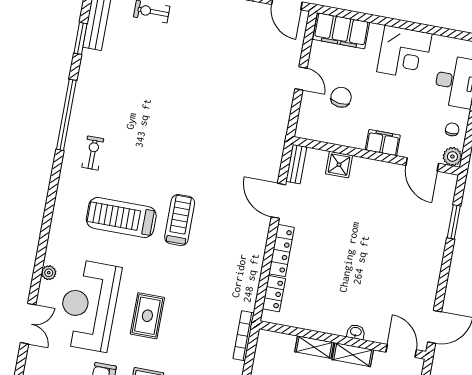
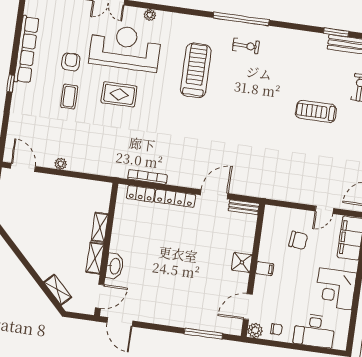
door: (301, 78) -> (324, 210), moved
window: (66, 115) -> (241, 19), moved
filing cabinet: (383, 143) -> (265, 269), width x0.50
shower: (339, 165) -> (242, 262), moved
treadmill: (180, 220) -> (316, 111), moved, turned 180
window: (454, 222) -> (203, 334), width x1.44
washbasin: (356, 332) -> (115, 266), width x1.91, depth x1.45
bookcase: (244, 336) -> (147, 177), moved

